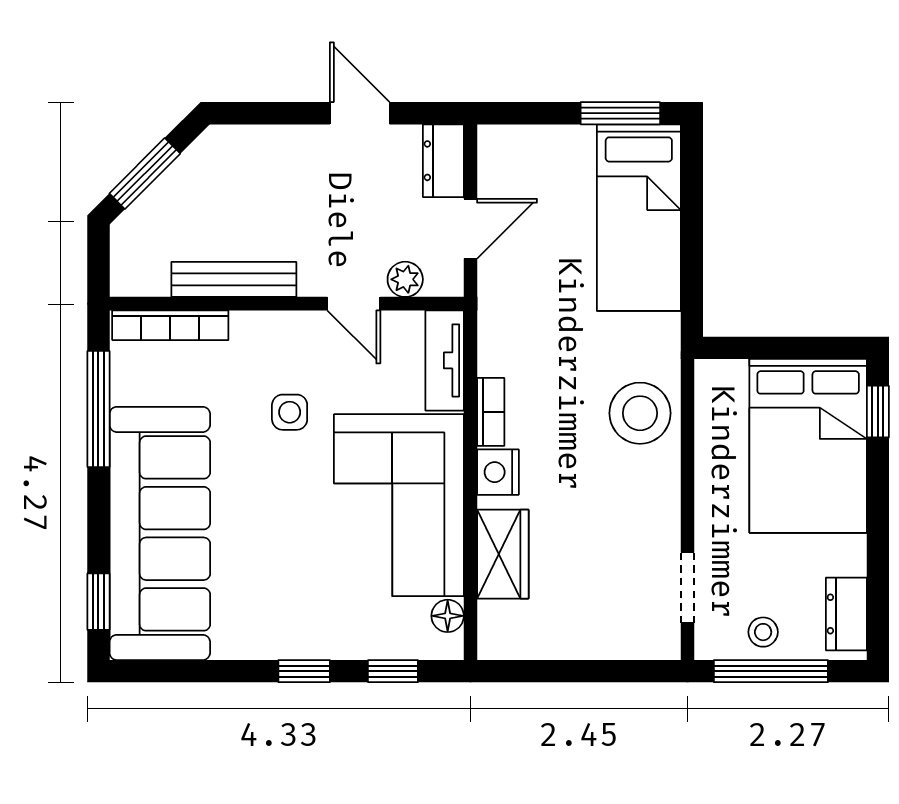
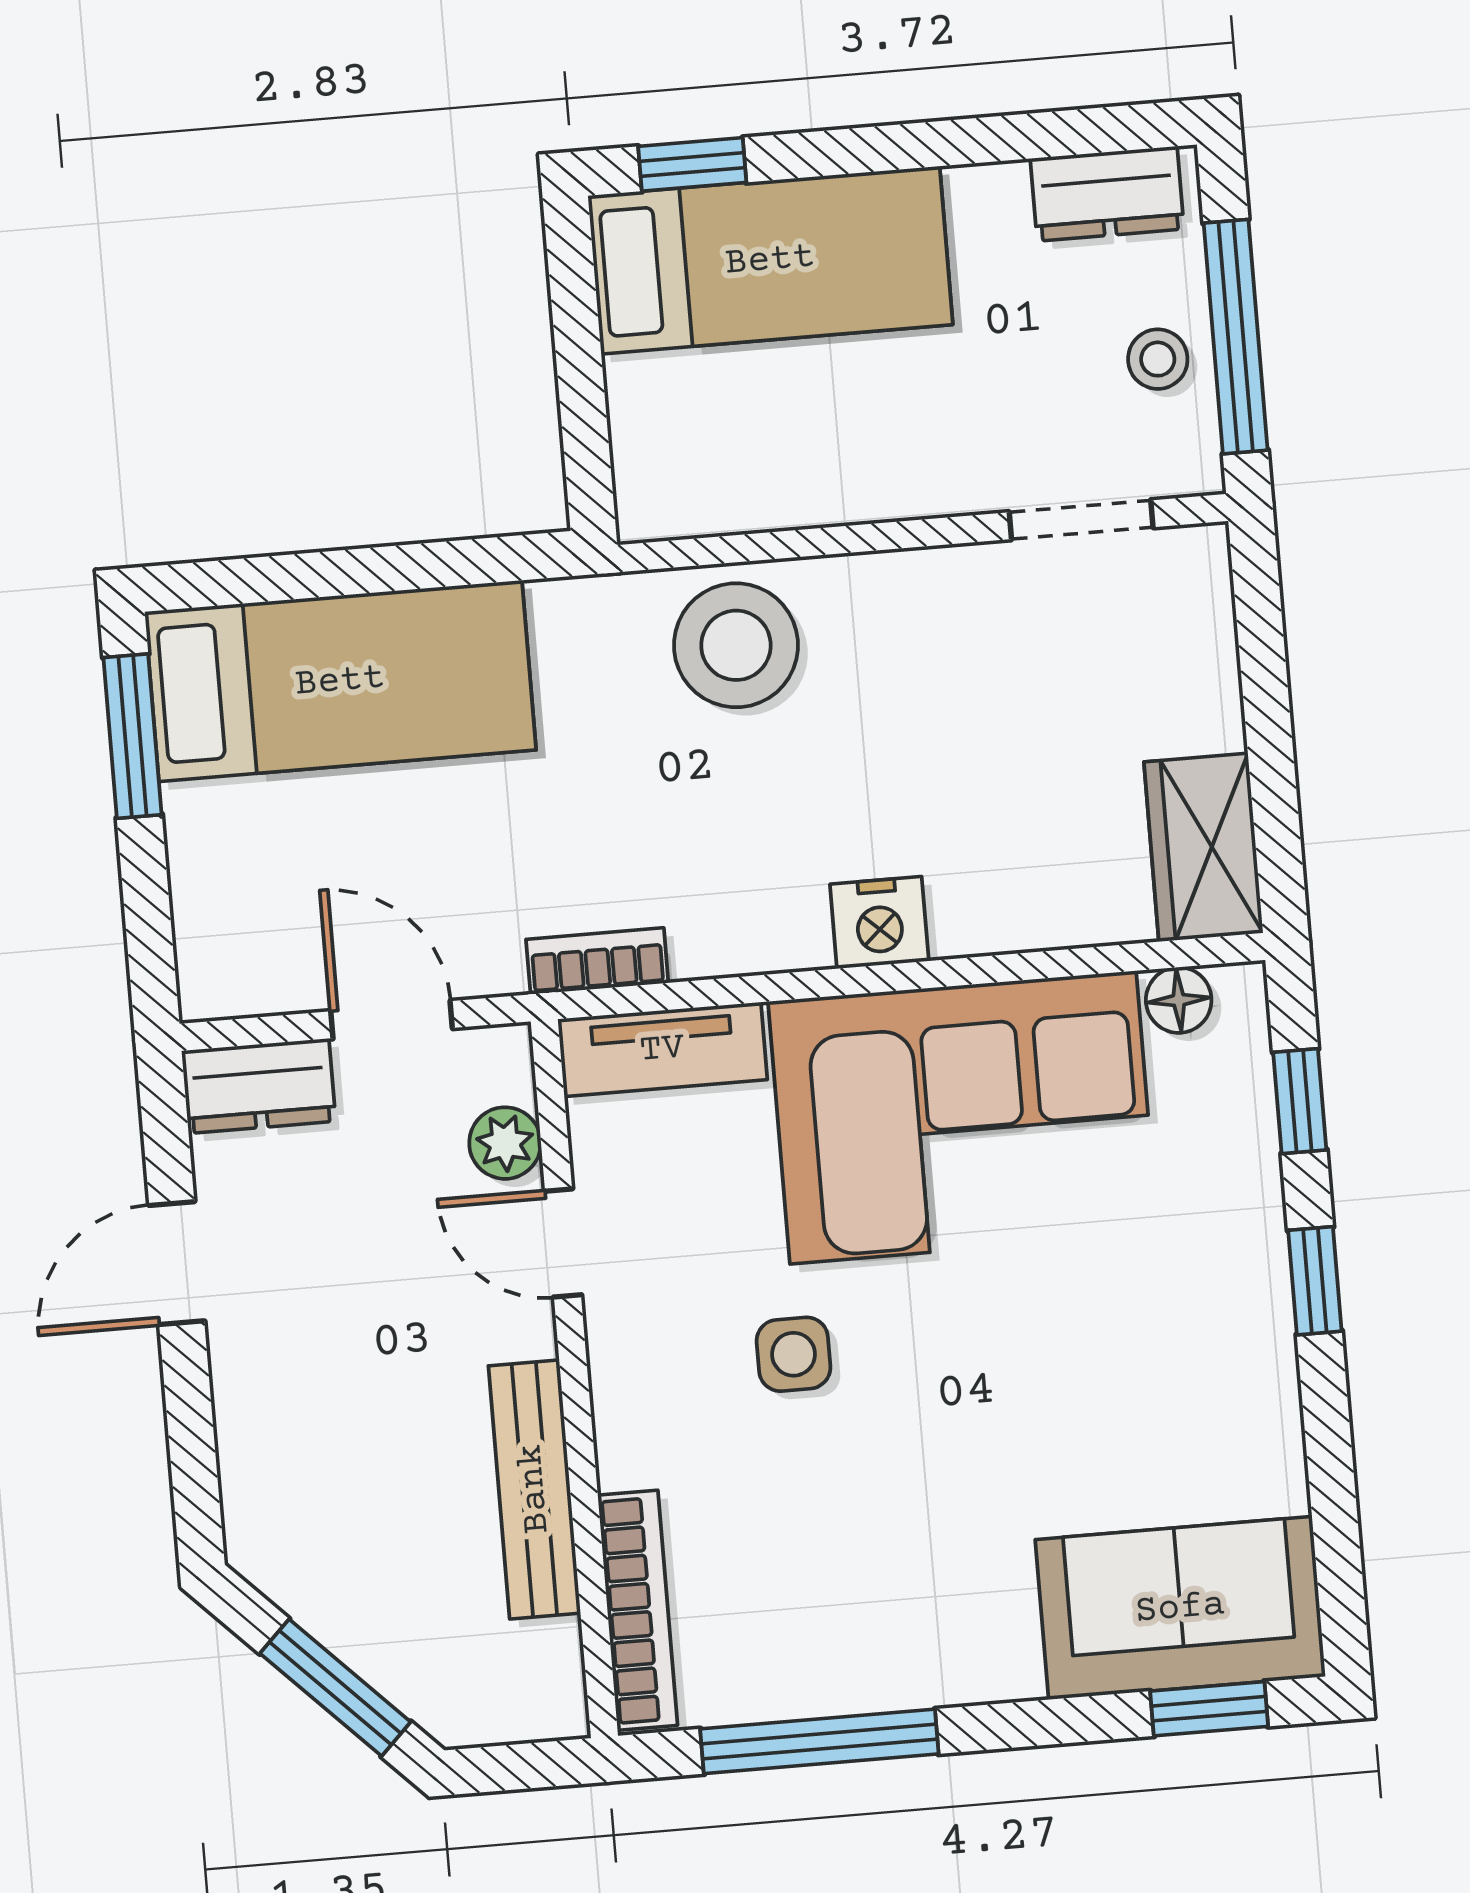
door: (354, 304) -> (563, 1243), swing flipped
bookcase: (491, 412) -> (597, 961), moved
bed: (808, 446) -> (770, 260), width x0.67
sofa: (160, 533) -> (1180, 1608), width x0.54, depth x0.79
wardrobe: (503, 554) -> (1203, 847), moved, turned -90

